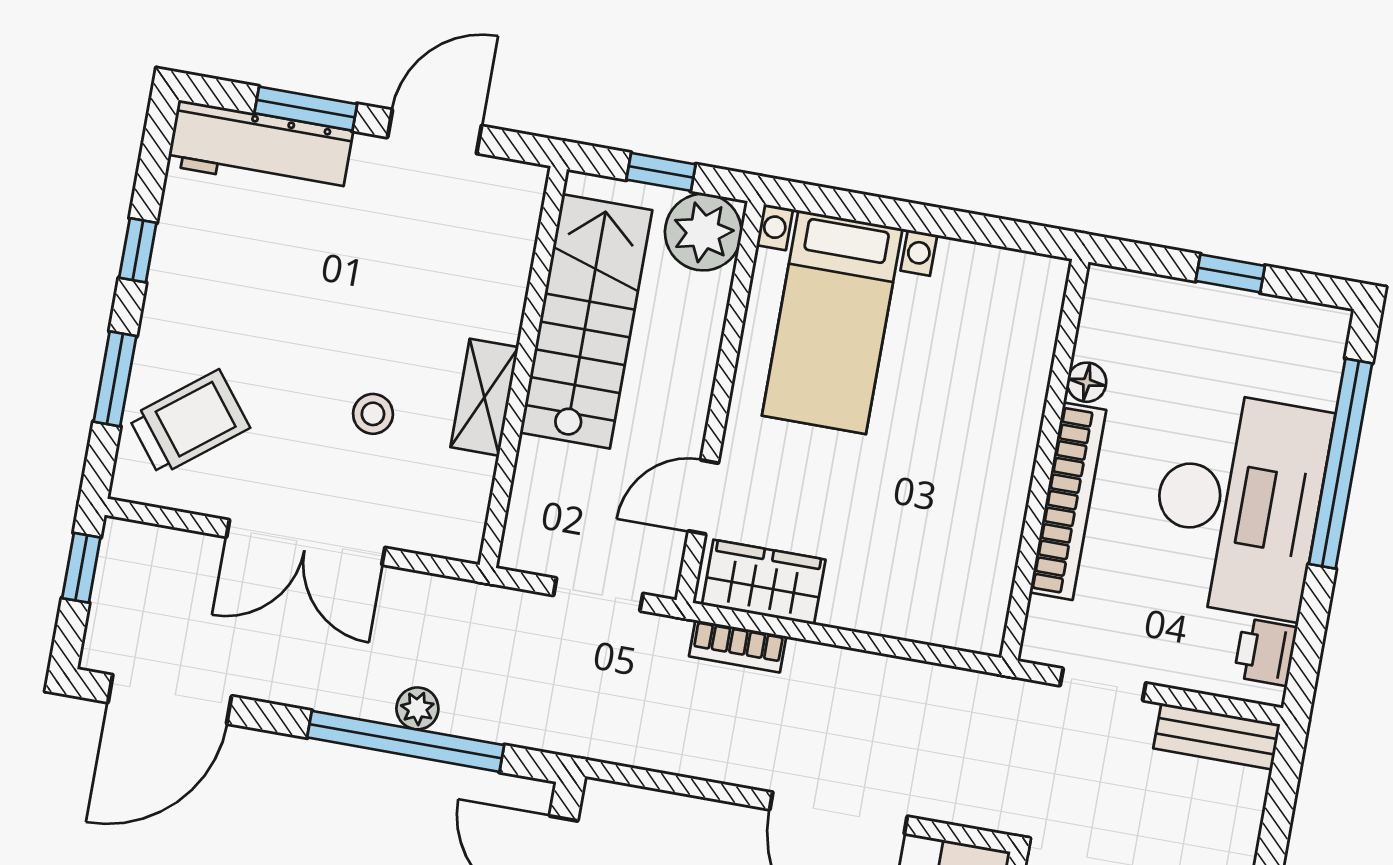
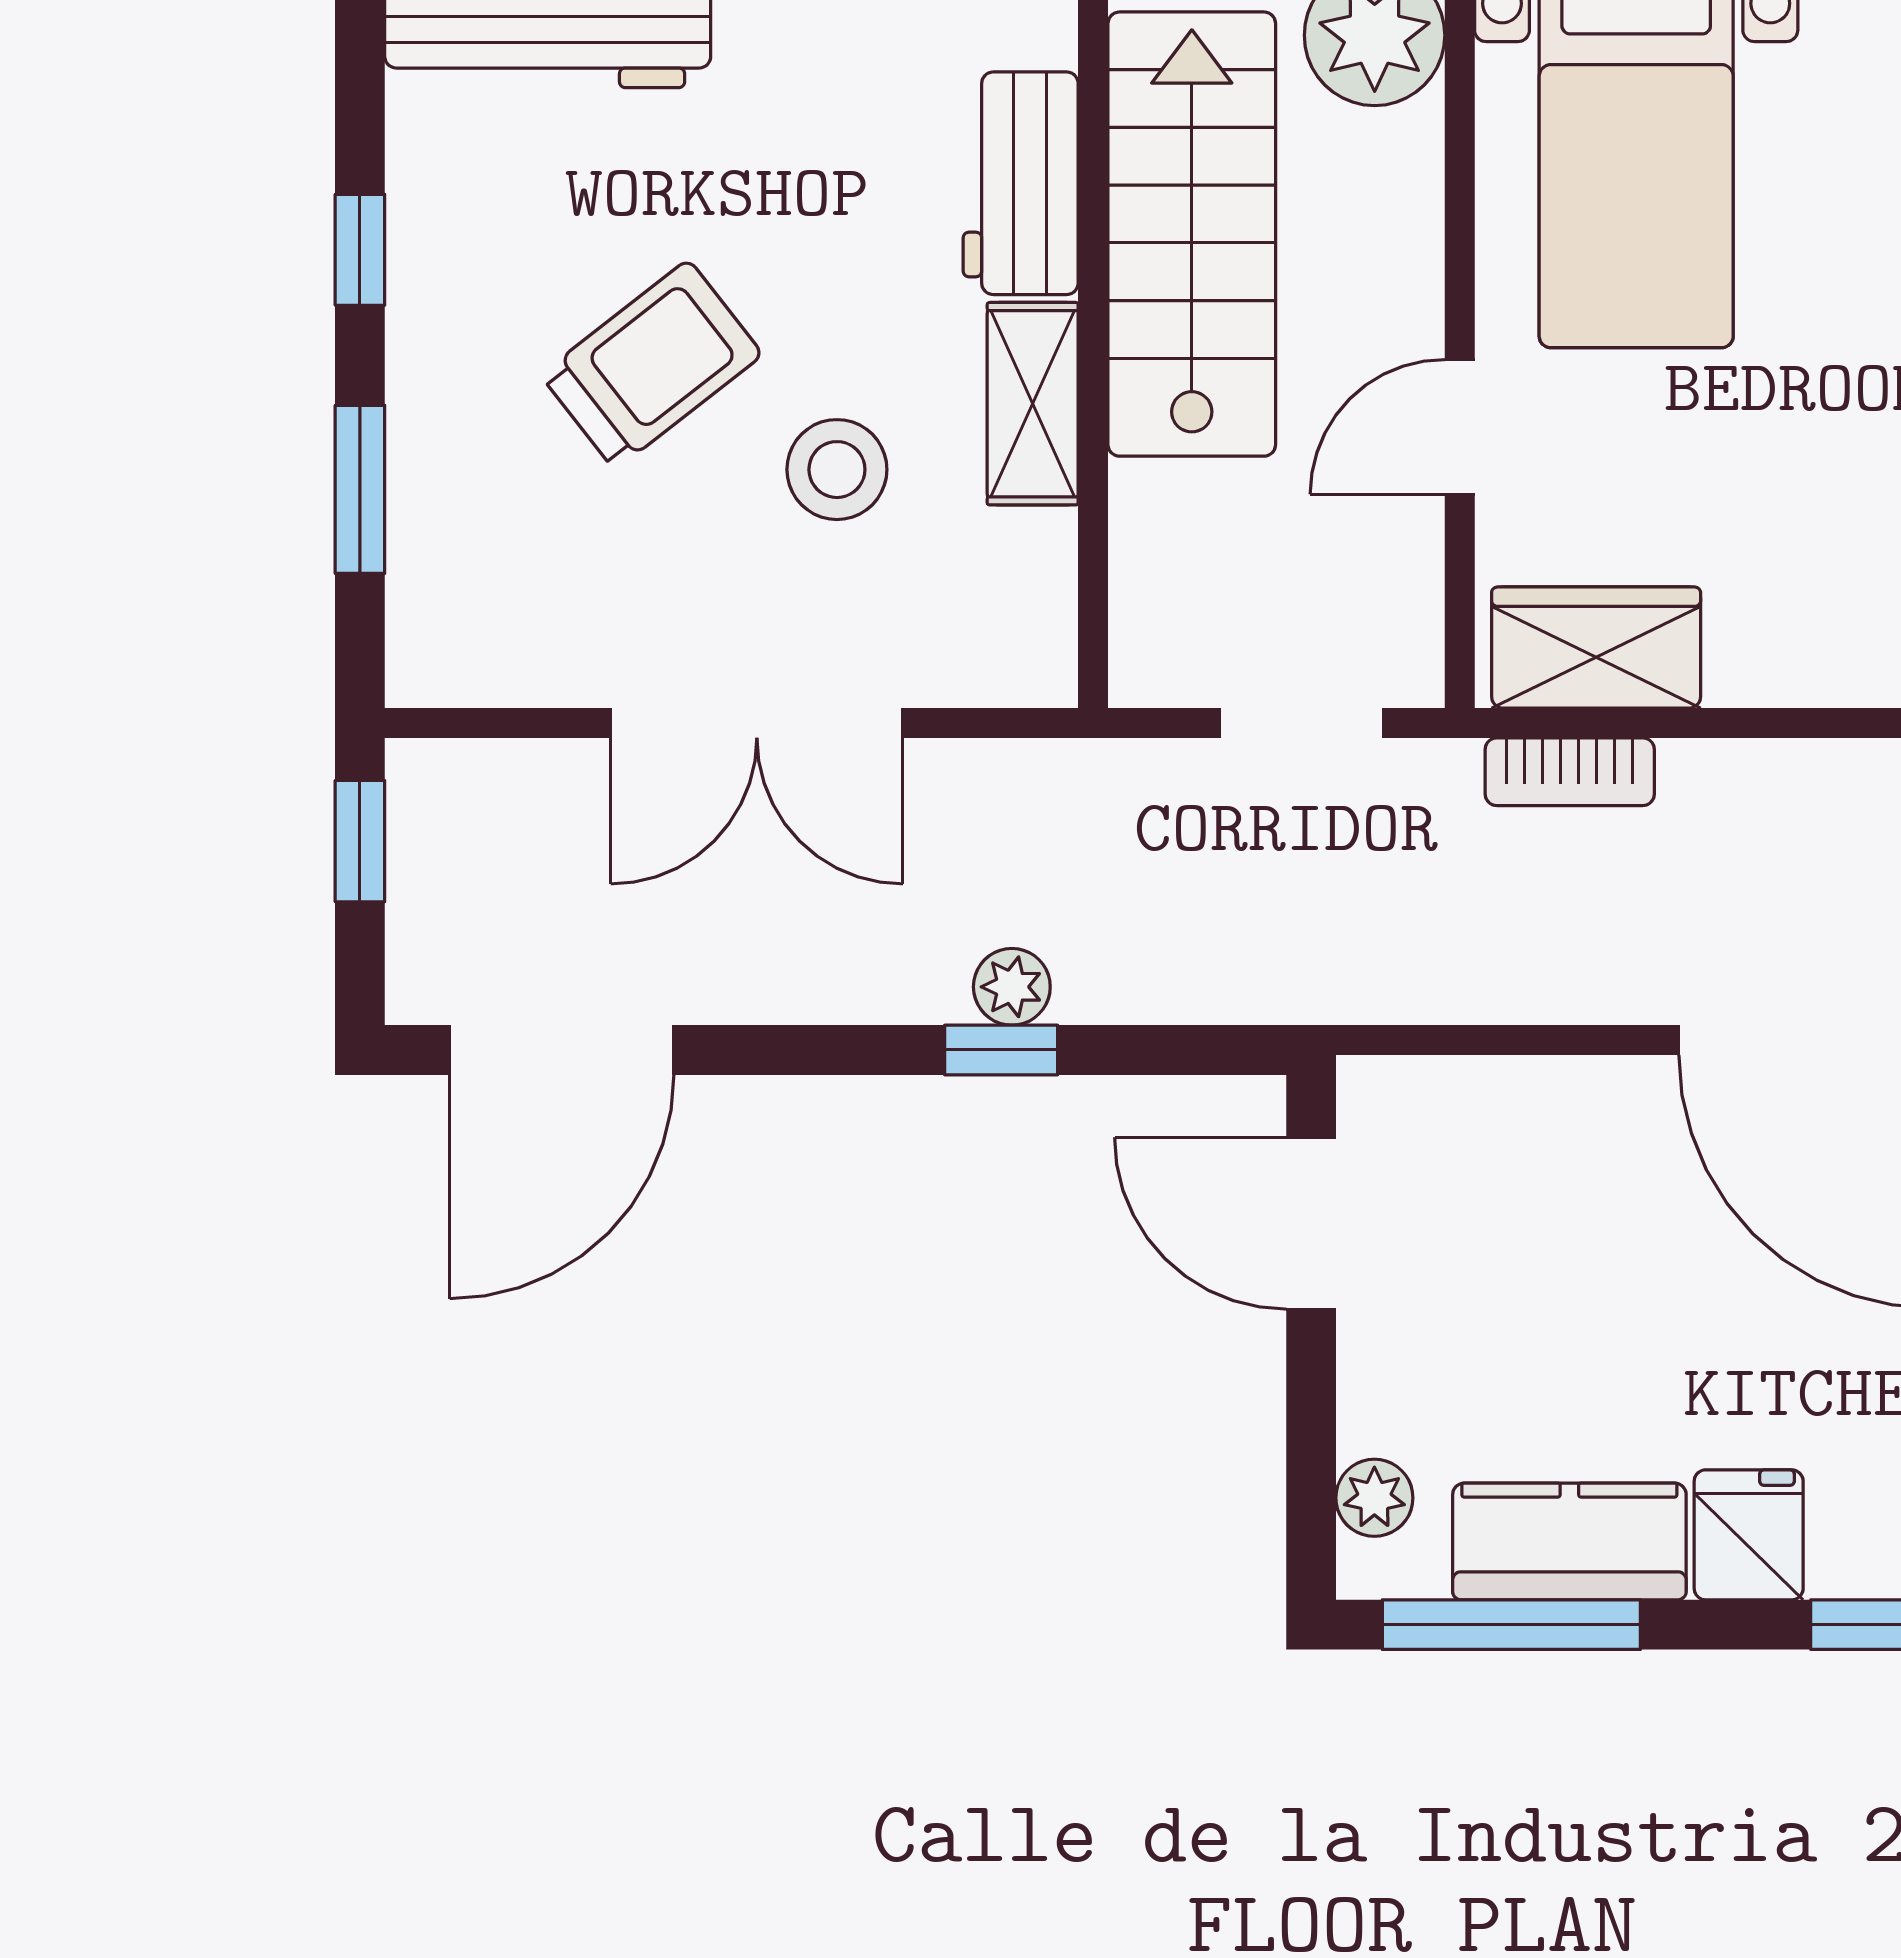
workbench: (499, 278) -> (1021, 183), added
stool: (373, 414) -> (837, 470), width x1.37, depth x1.37
trolley: (189, 423) -> (652, 365), moved
door: (703, 497) -> (1460, 427), moved
window: (406, 741) -> (1001, 1050), width x0.32

